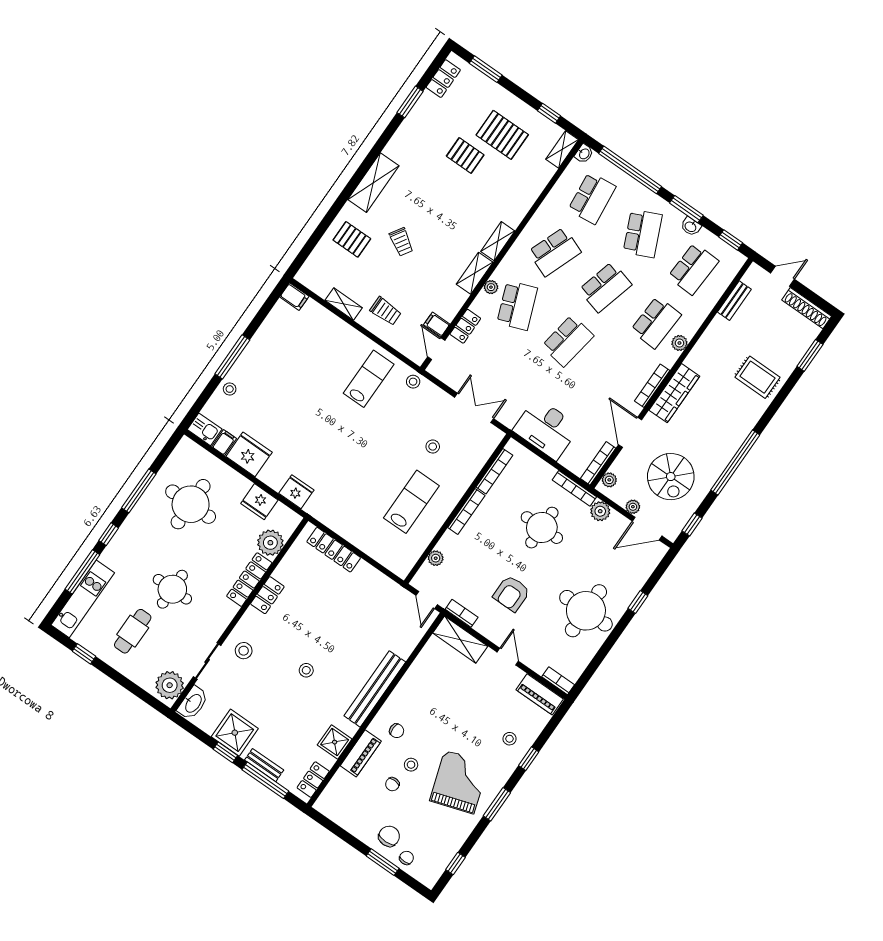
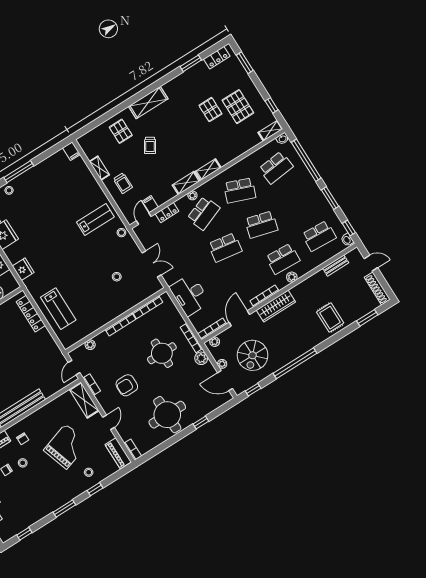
washbasin: (691, 226) -> (347, 240), moved
school desk: (643, 234) -> (297, 202), removed
lab bench: (411, 502) -> (58, 309), moved, turned 90
grand piano: (459, 782) -> (66, 447), moved

